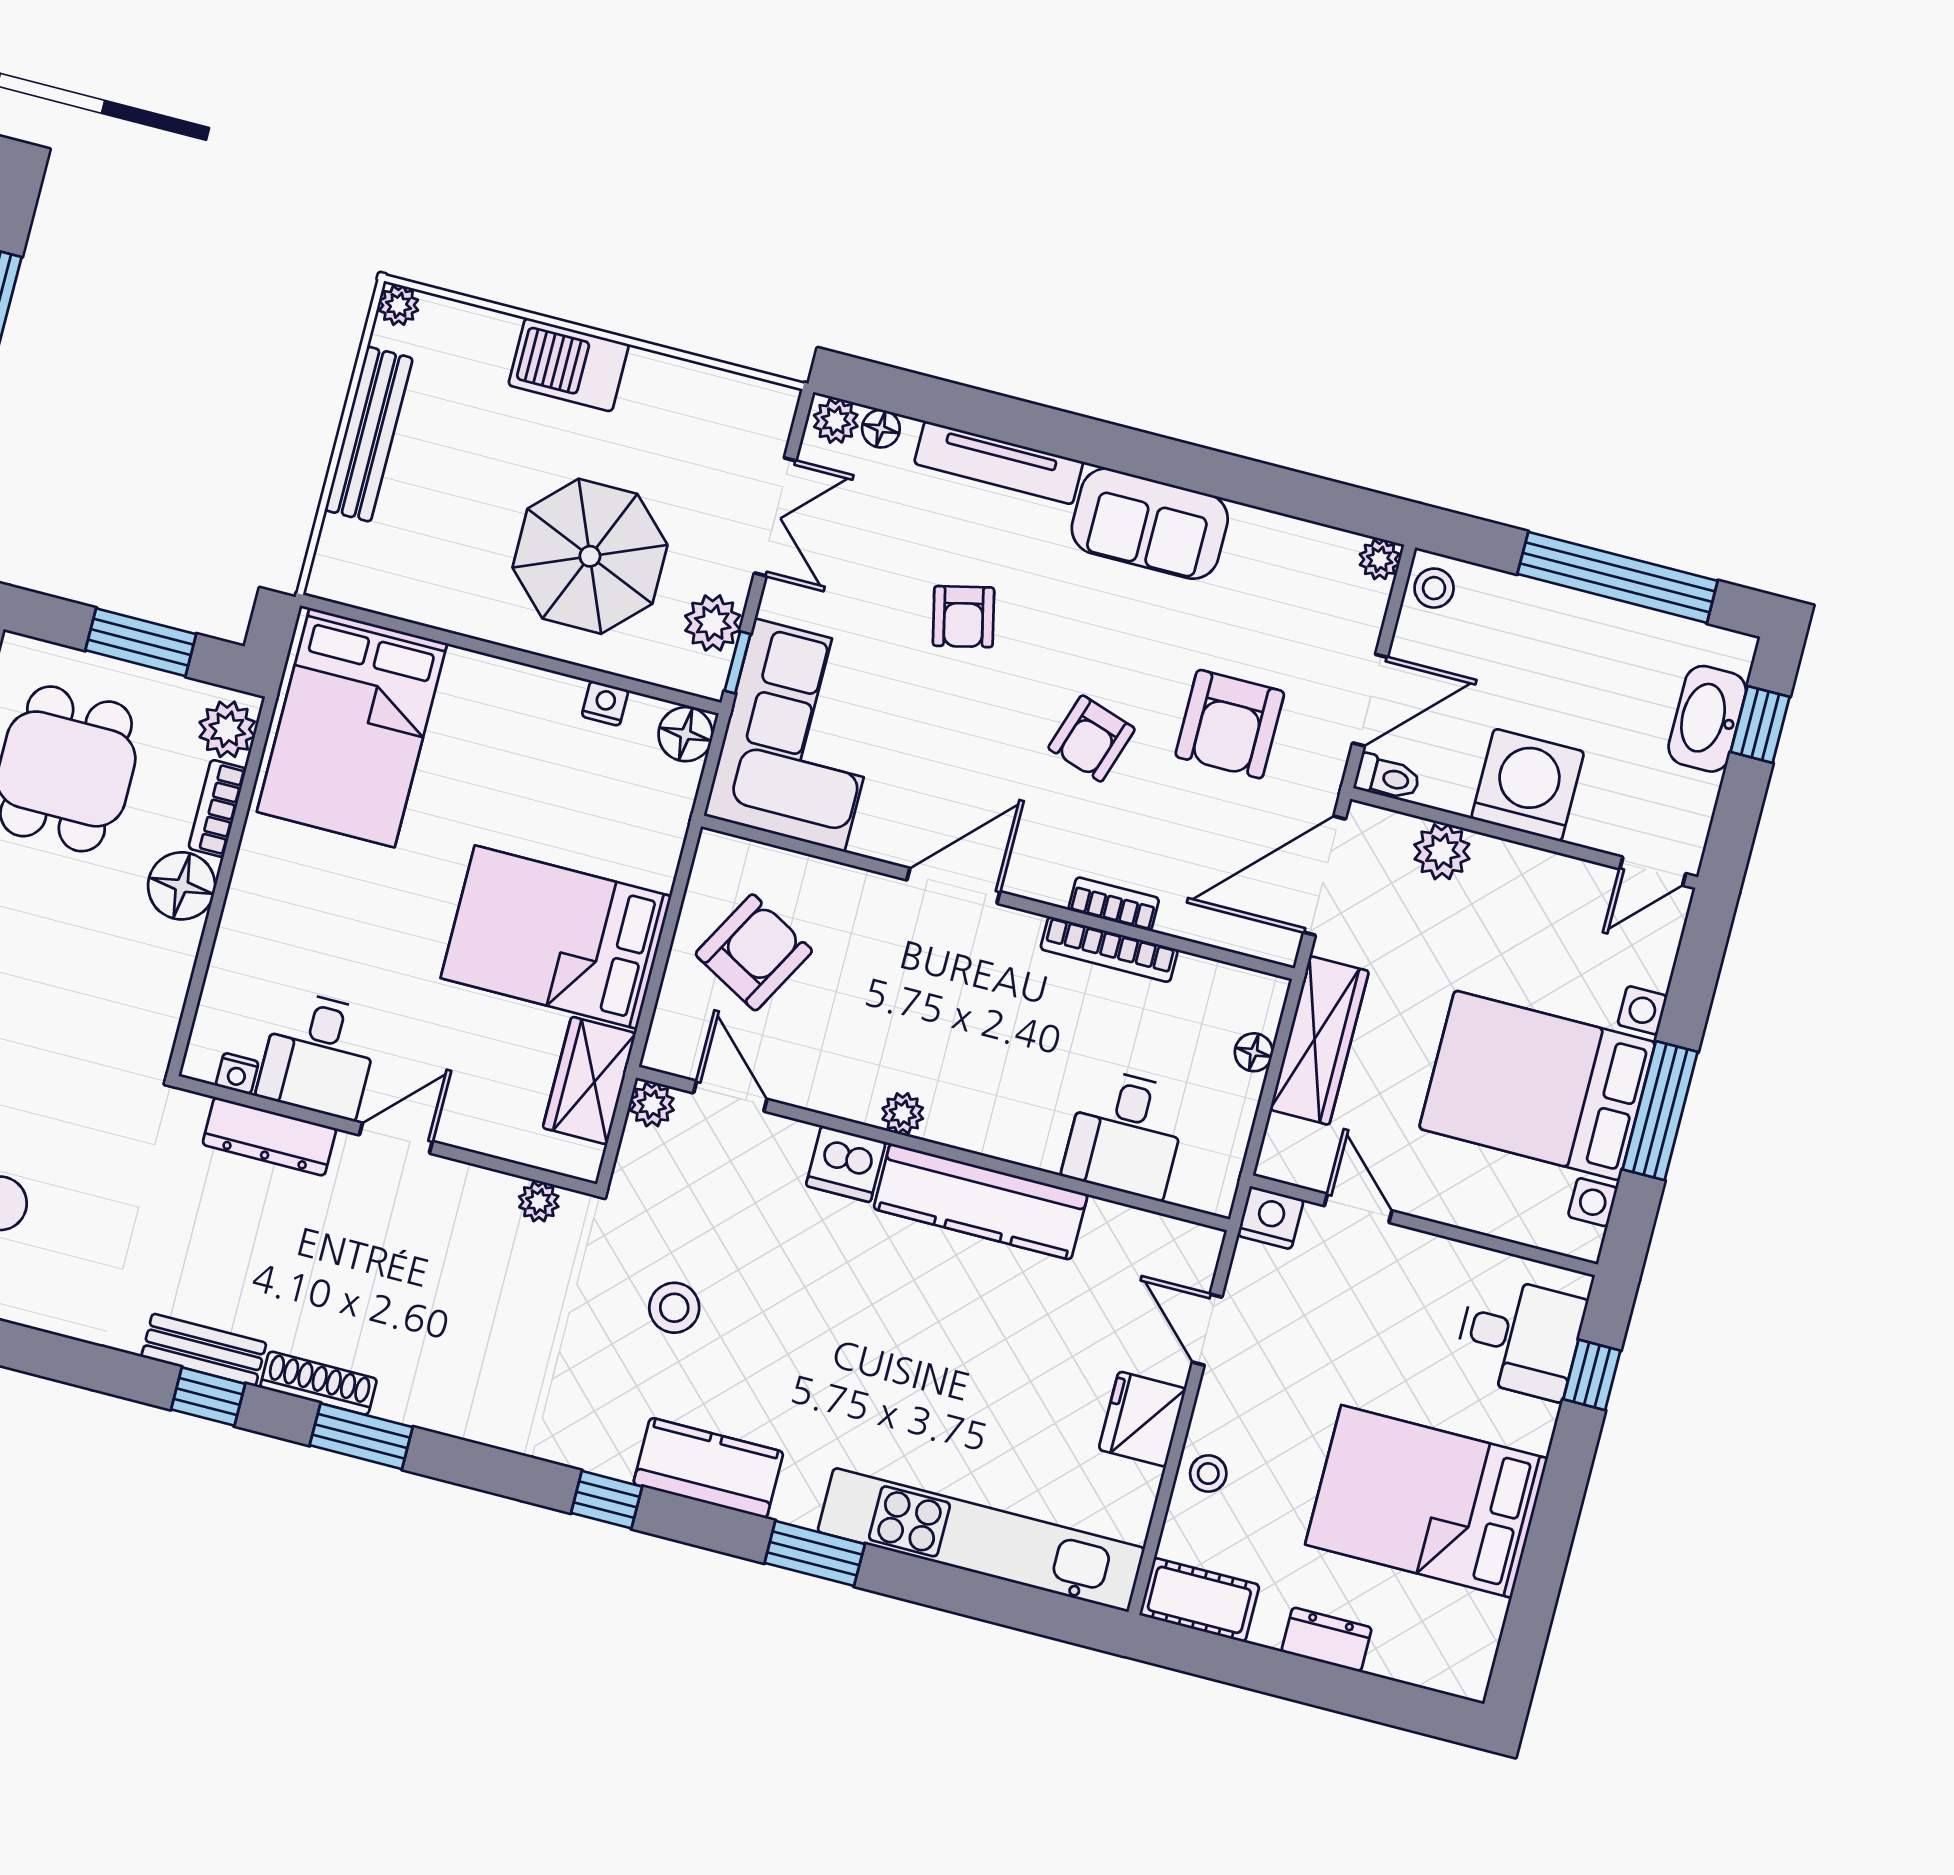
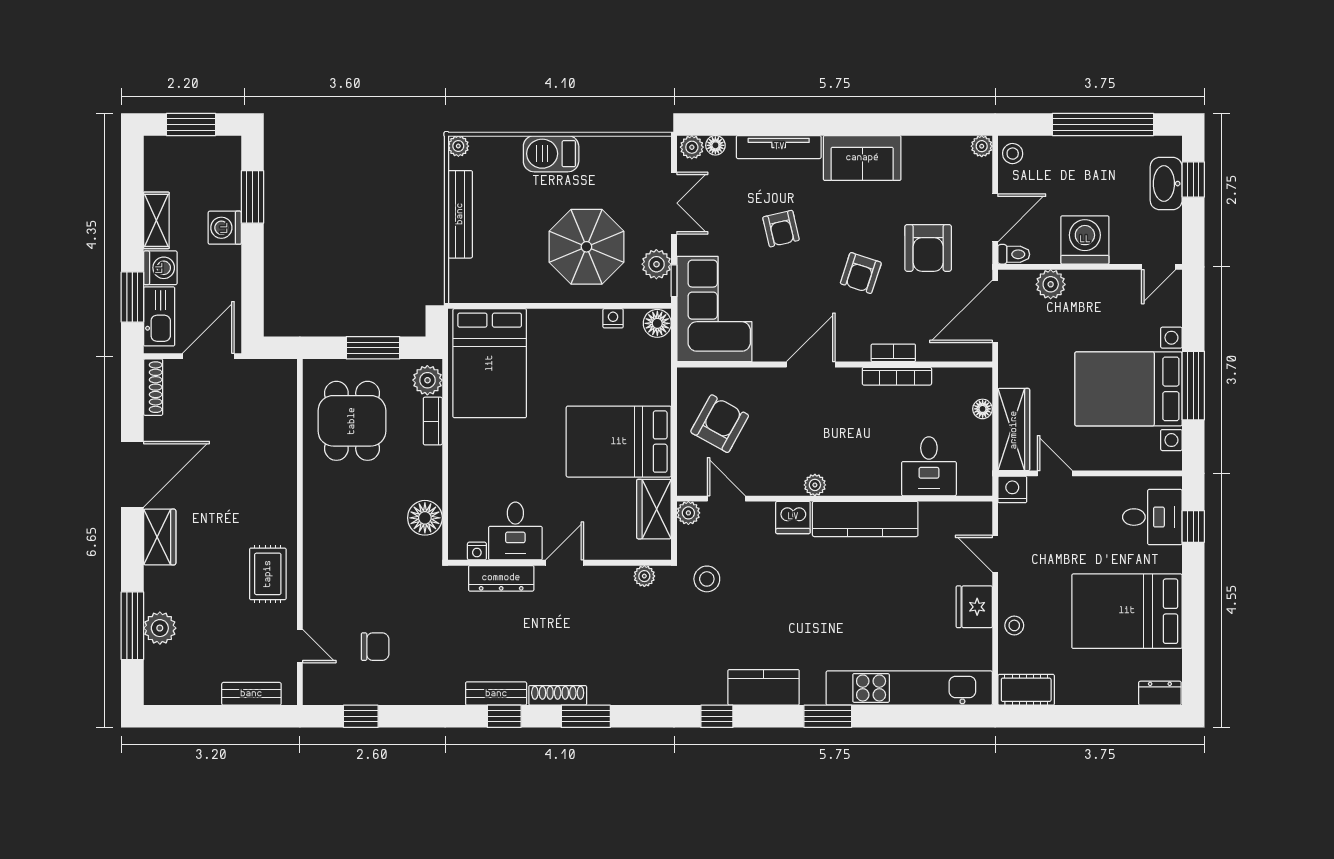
floor lamp: (182, 886) -> (425, 518), moved
wardrobe: (1319, 1040) -> (1014, 430), moved
stool: (674, 1308) -> (707, 579), moved
dresser: (1327, 1640) -> (1160, 693), moved

